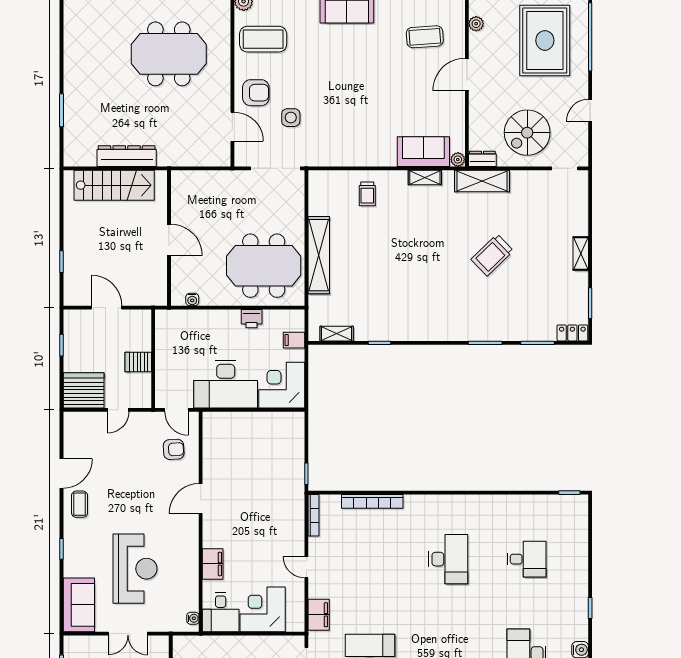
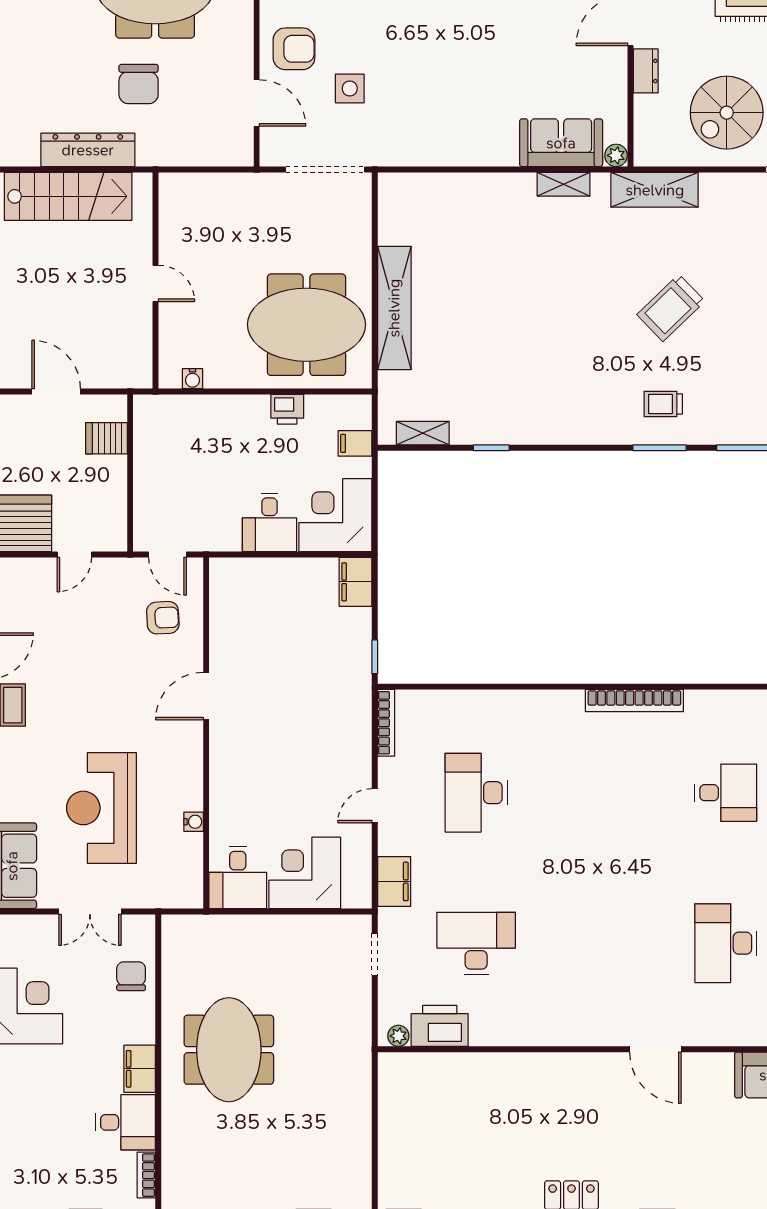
chair: (158, 115) -> (139, 84), added
dresser: (482, 159) -> (646, 71), moved, turned 90
trolley: (367, 194) -> (663, 404), moved, turned 90
door: (169, 240) -> (155, 283), width x0.73
server rack: (138, 362) -> (107, 438), moved
desk: (226, 384) -> (269, 523), width x0.53, depth x0.77
bookcase: (372, 501) -> (634, 701), moved
desk: (448, 559) -> (476, 793), moved, turned 180
filing cabinet: (213, 564) -> (356, 582), moved, turned 180
door: (306, 567) -> (375, 806), hinge flipped
reception desk: (135, 569) -> (101, 808), turned 180
water cooler: (193, 618) -> (194, 822), moved

